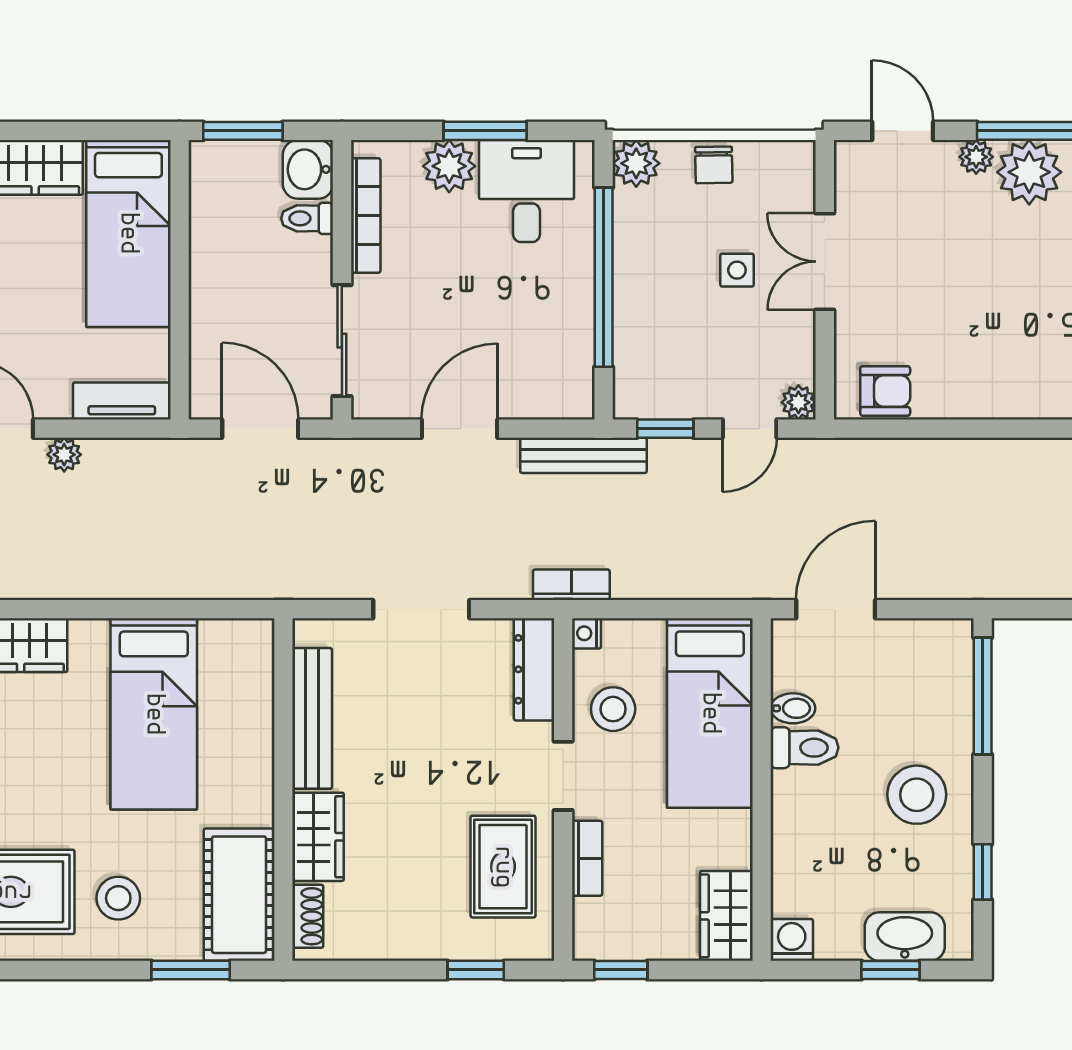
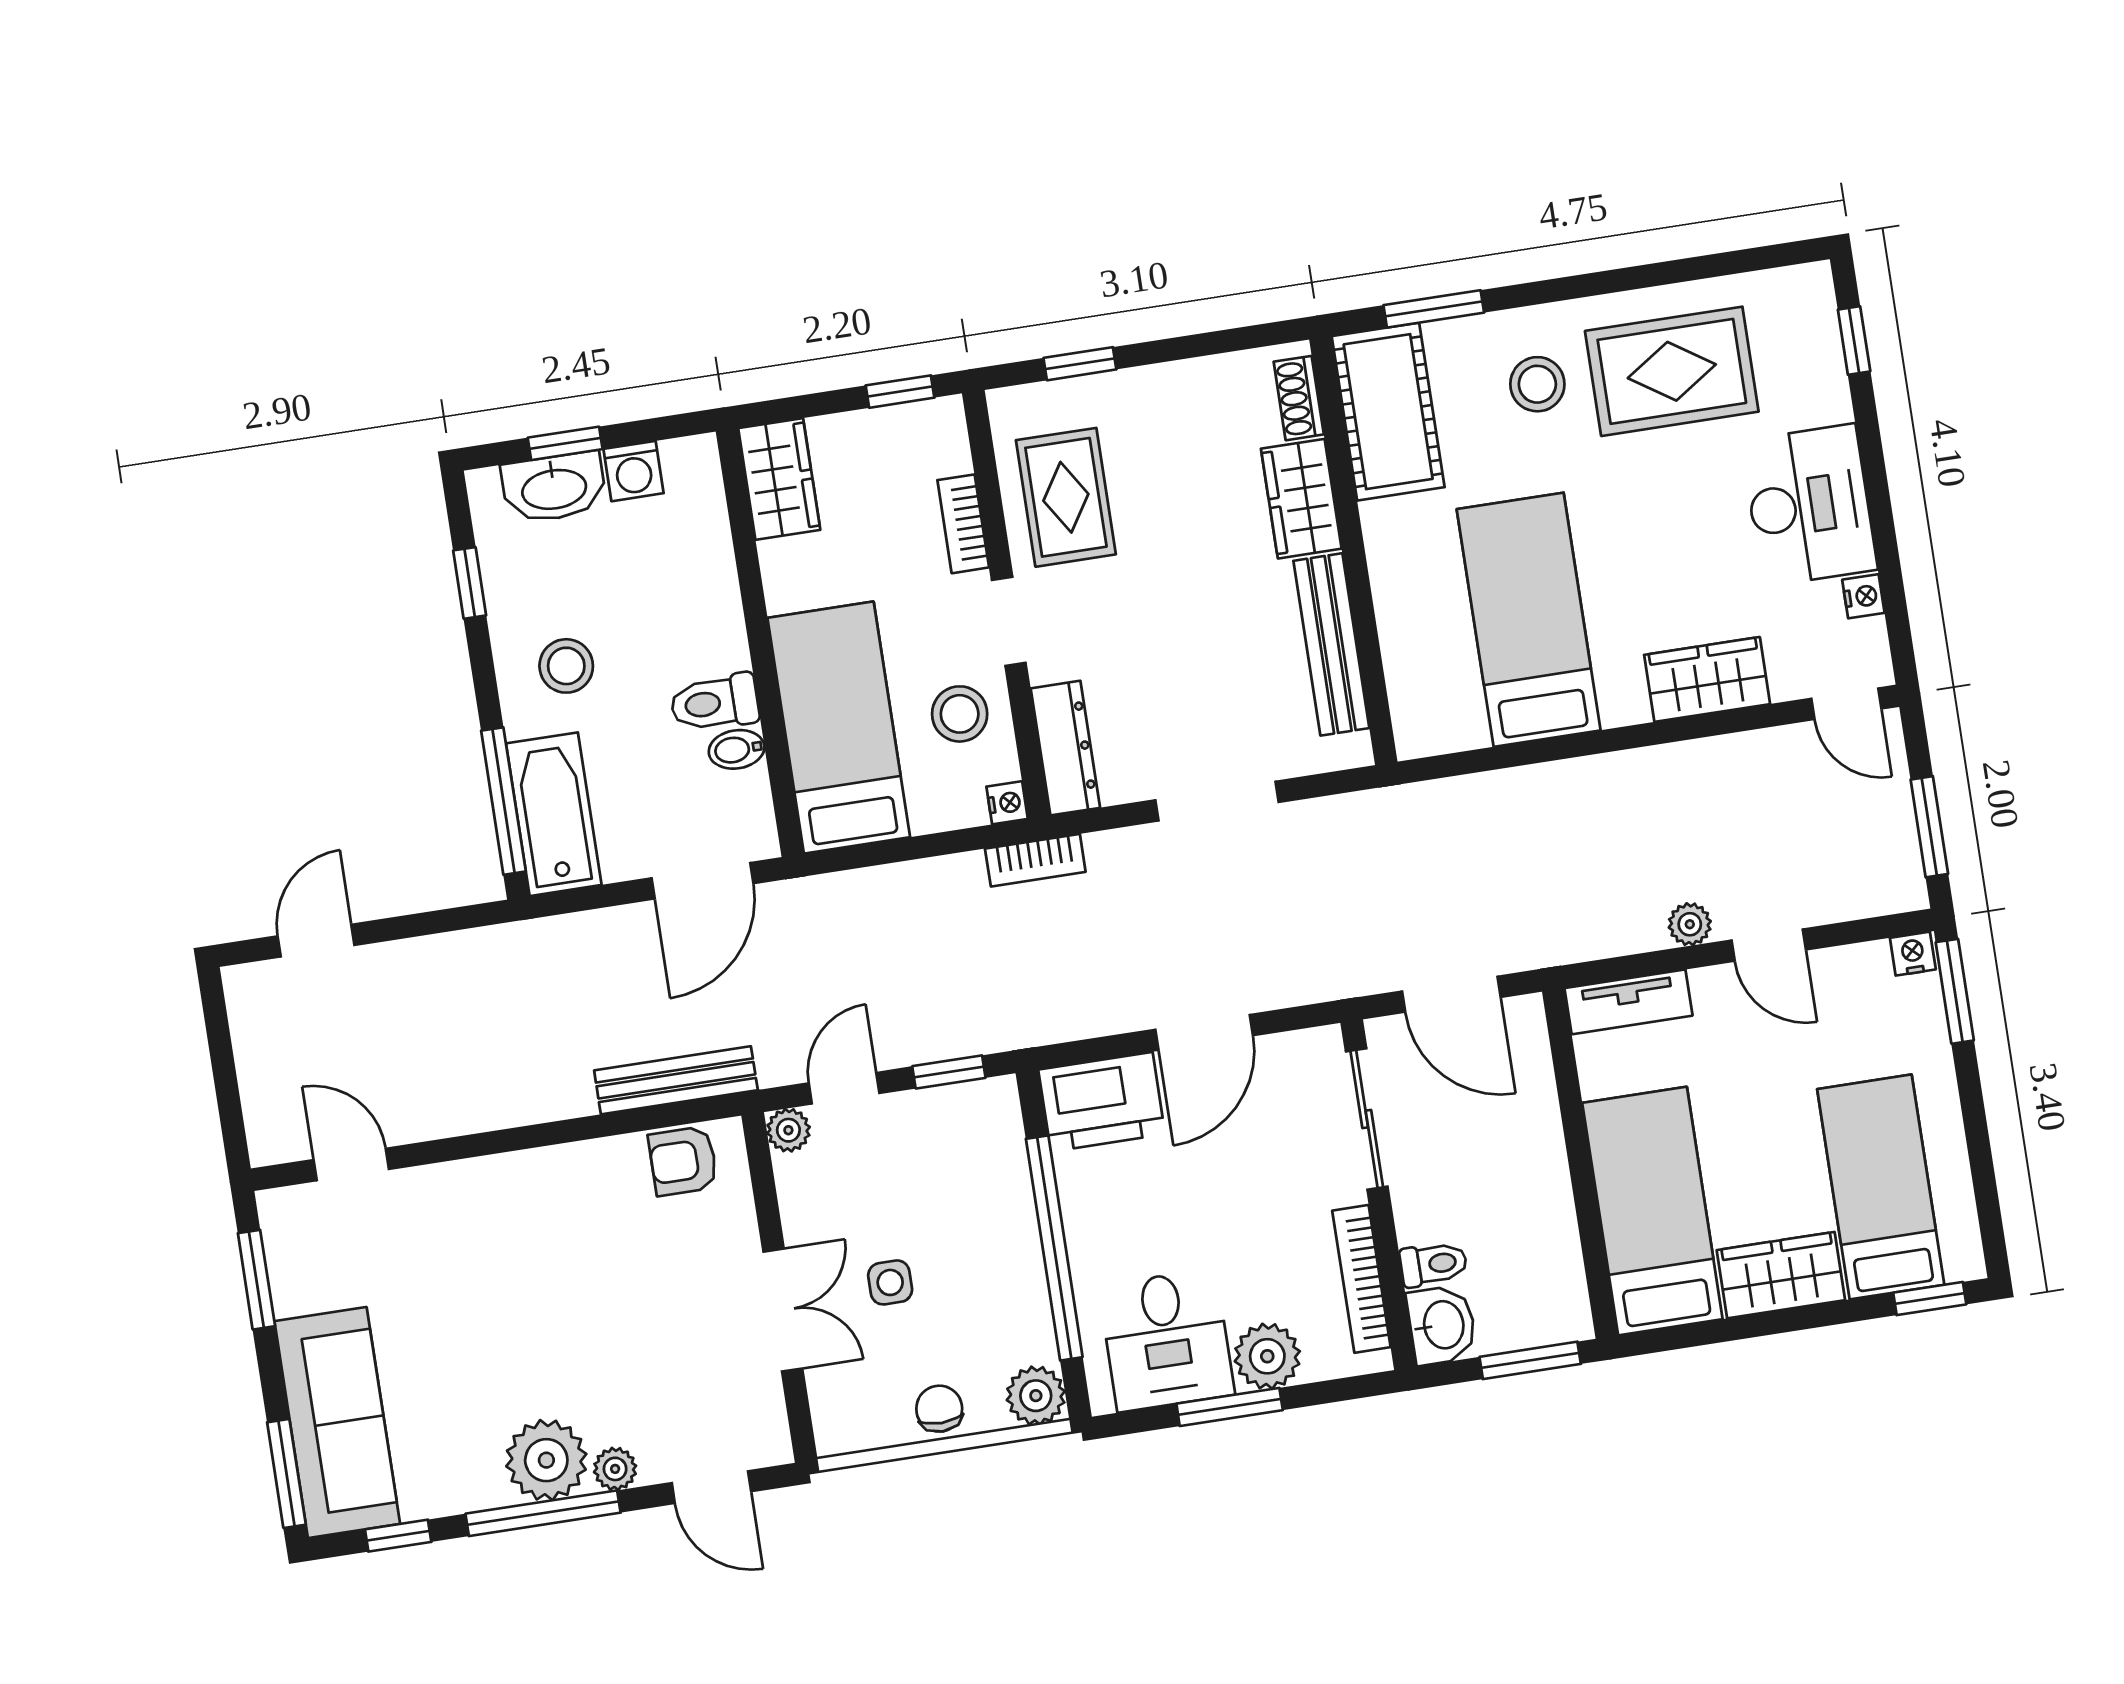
printer: (549, 386) -> (1102, 1102), added
bench: (583, 455) -> (676, 1080), moved
bathtub: (945, 680) -> (554, 814), added
stool: (917, 795) -> (566, 666), width x0.73, depth x0.73
washing machine: (792, 940) -> (633, 471), moved

